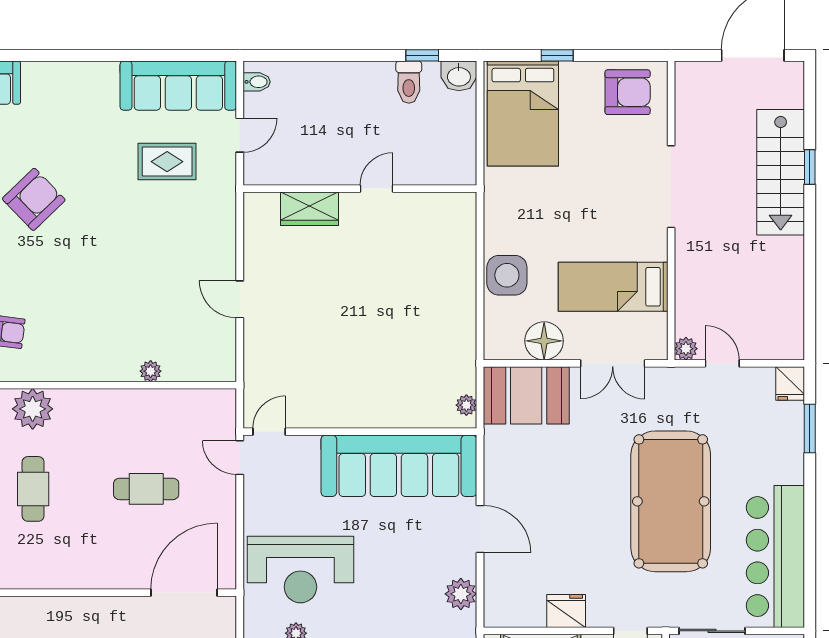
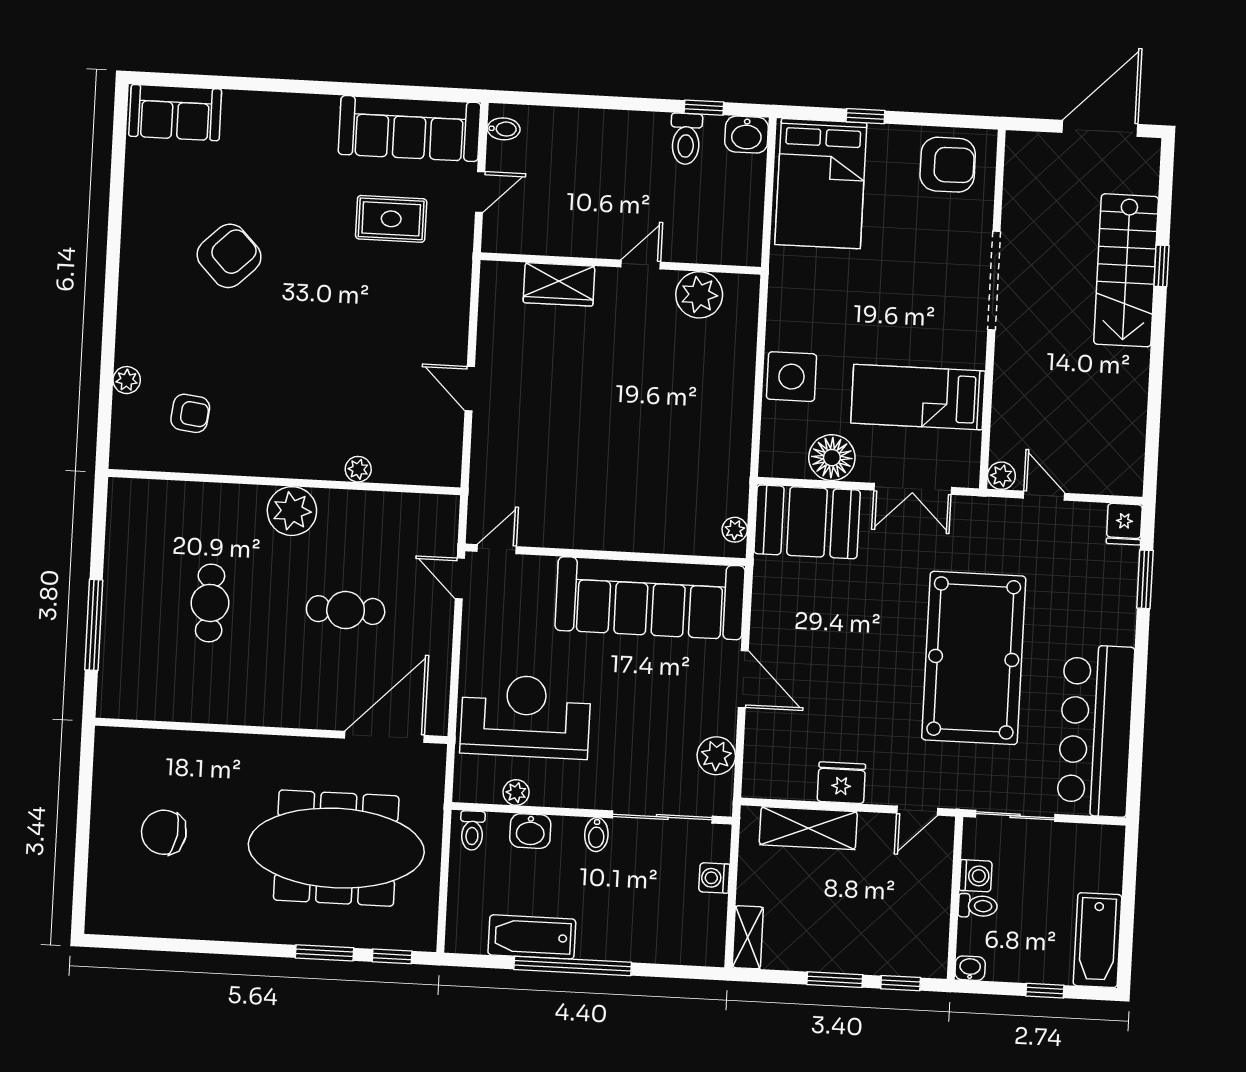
plant: (427, 211) -> (699, 295), added
plant: (33, 409) -> (292, 511), moved
reception desk: (300, 570) -> (525, 716), turned 180

